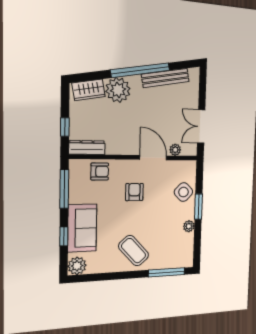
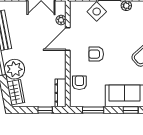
window: (64, 189) -> (93, 110), width x0.69

